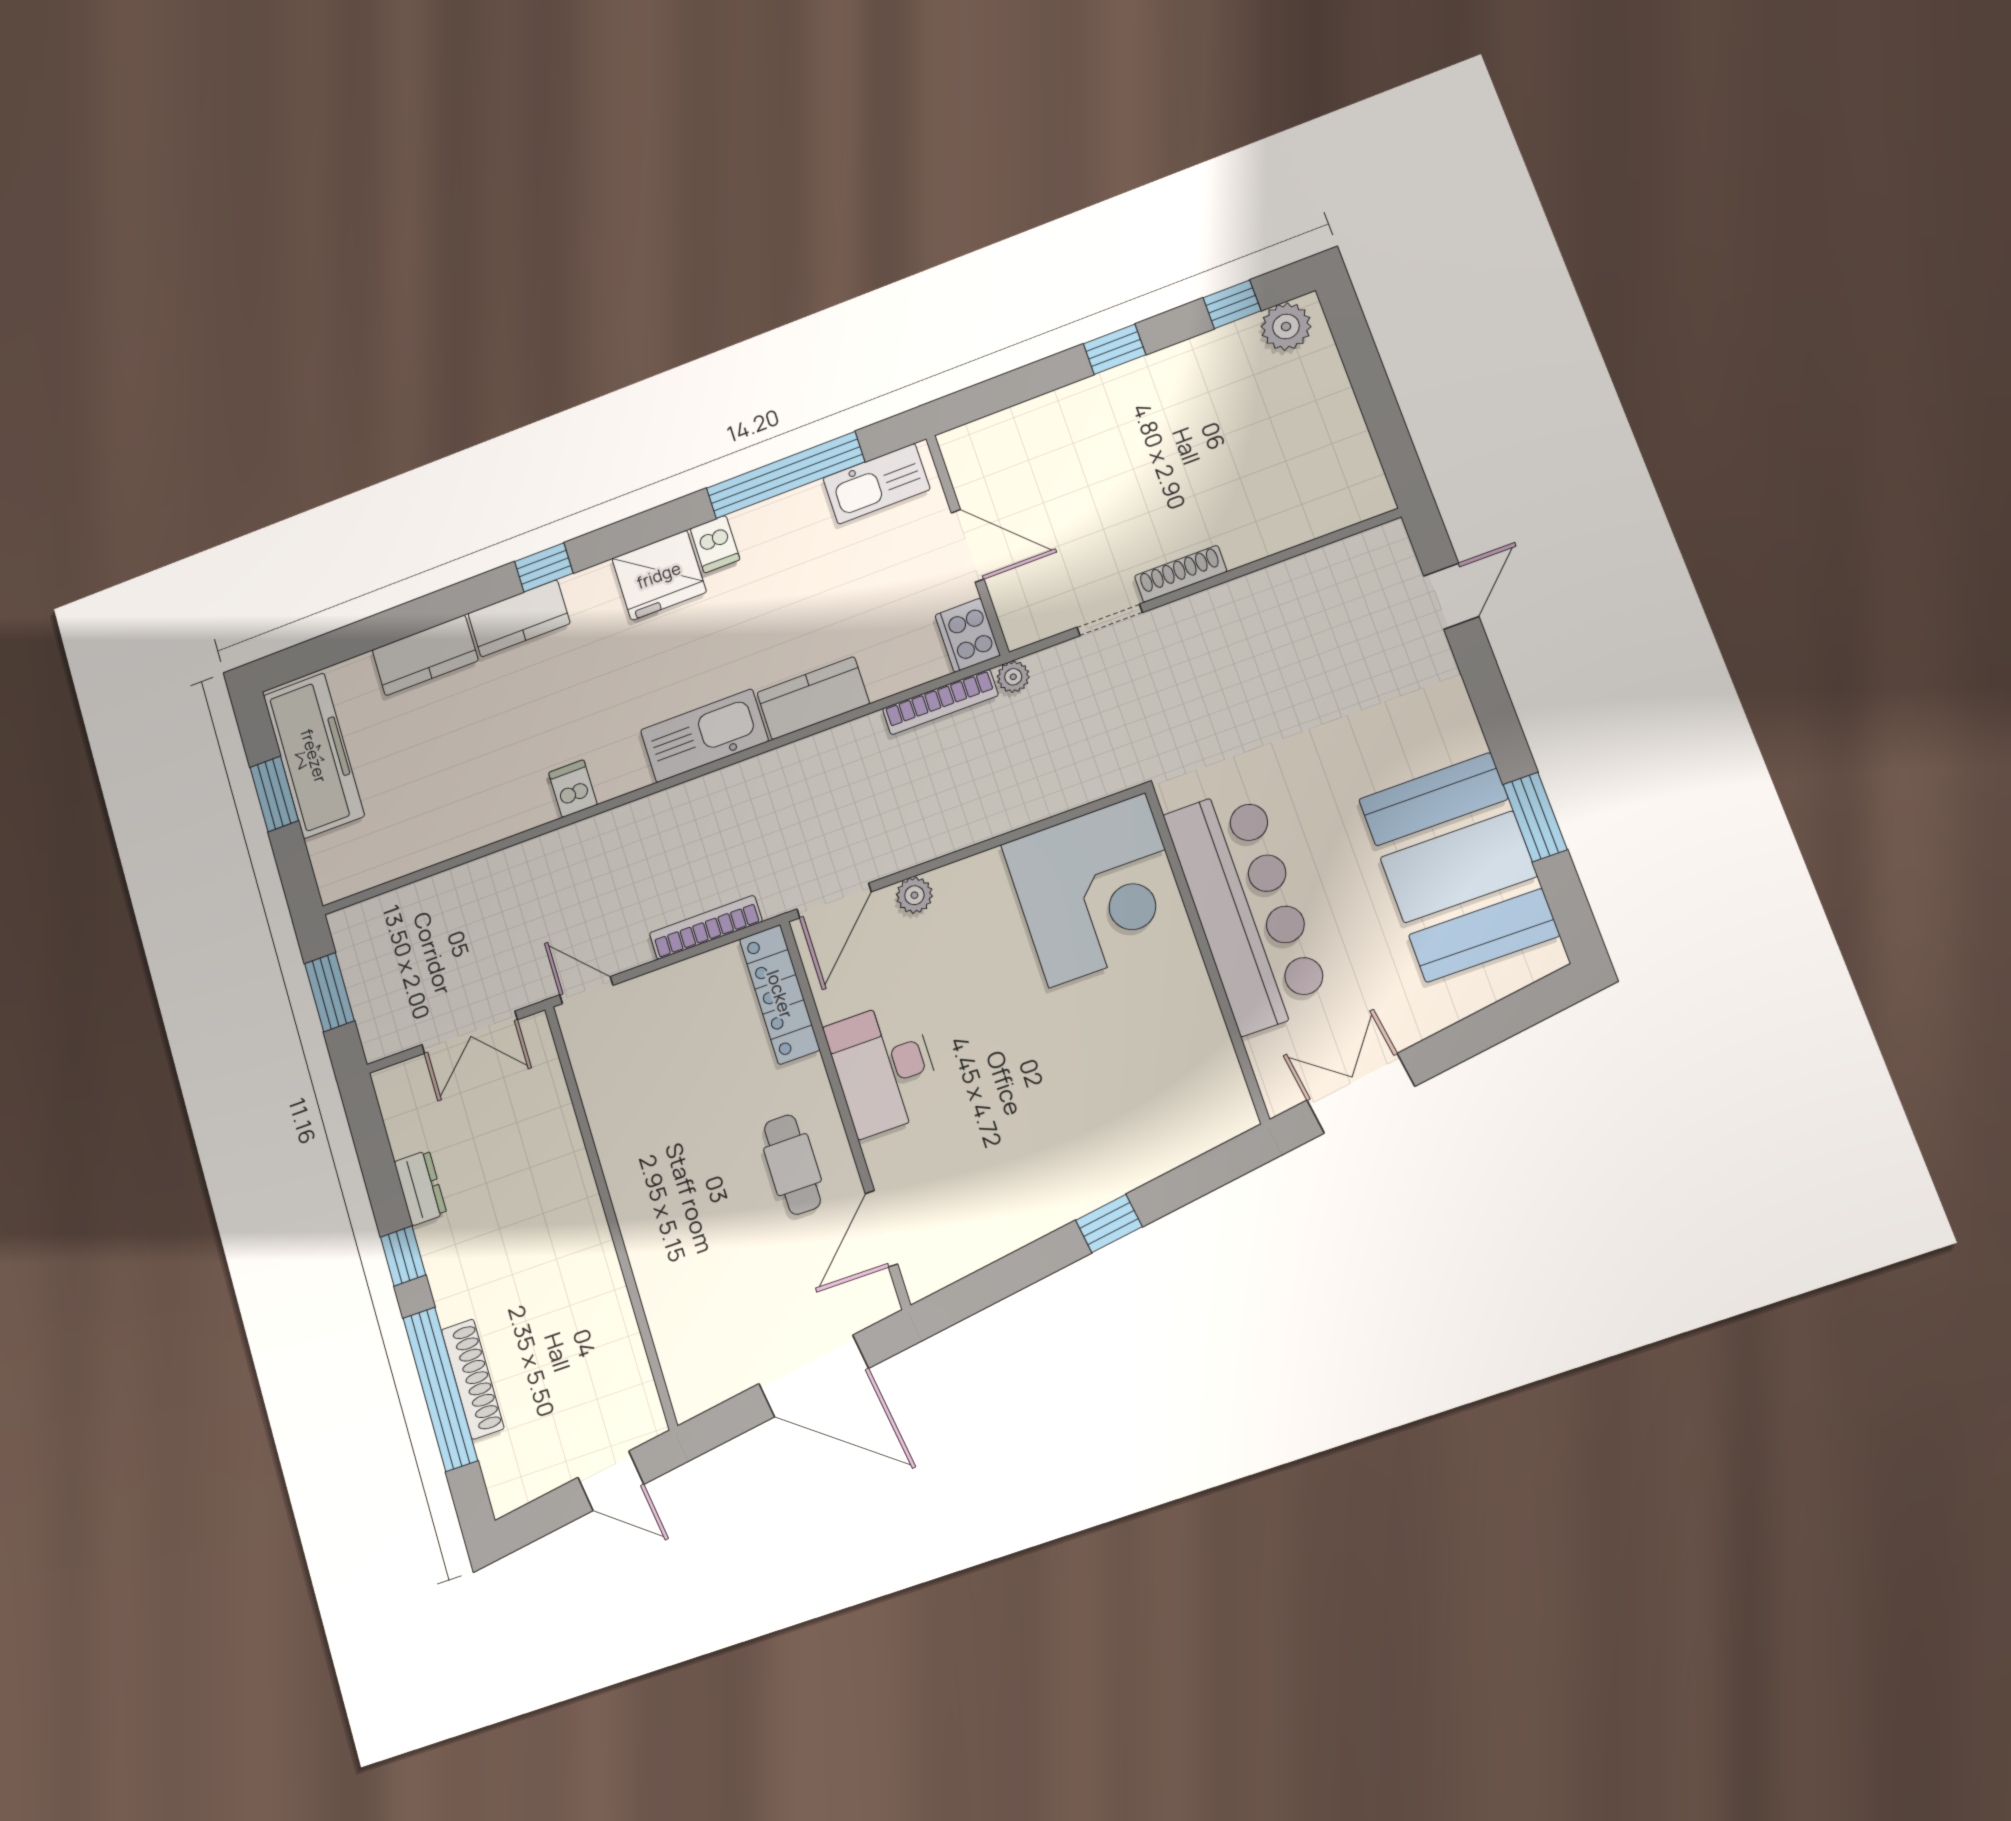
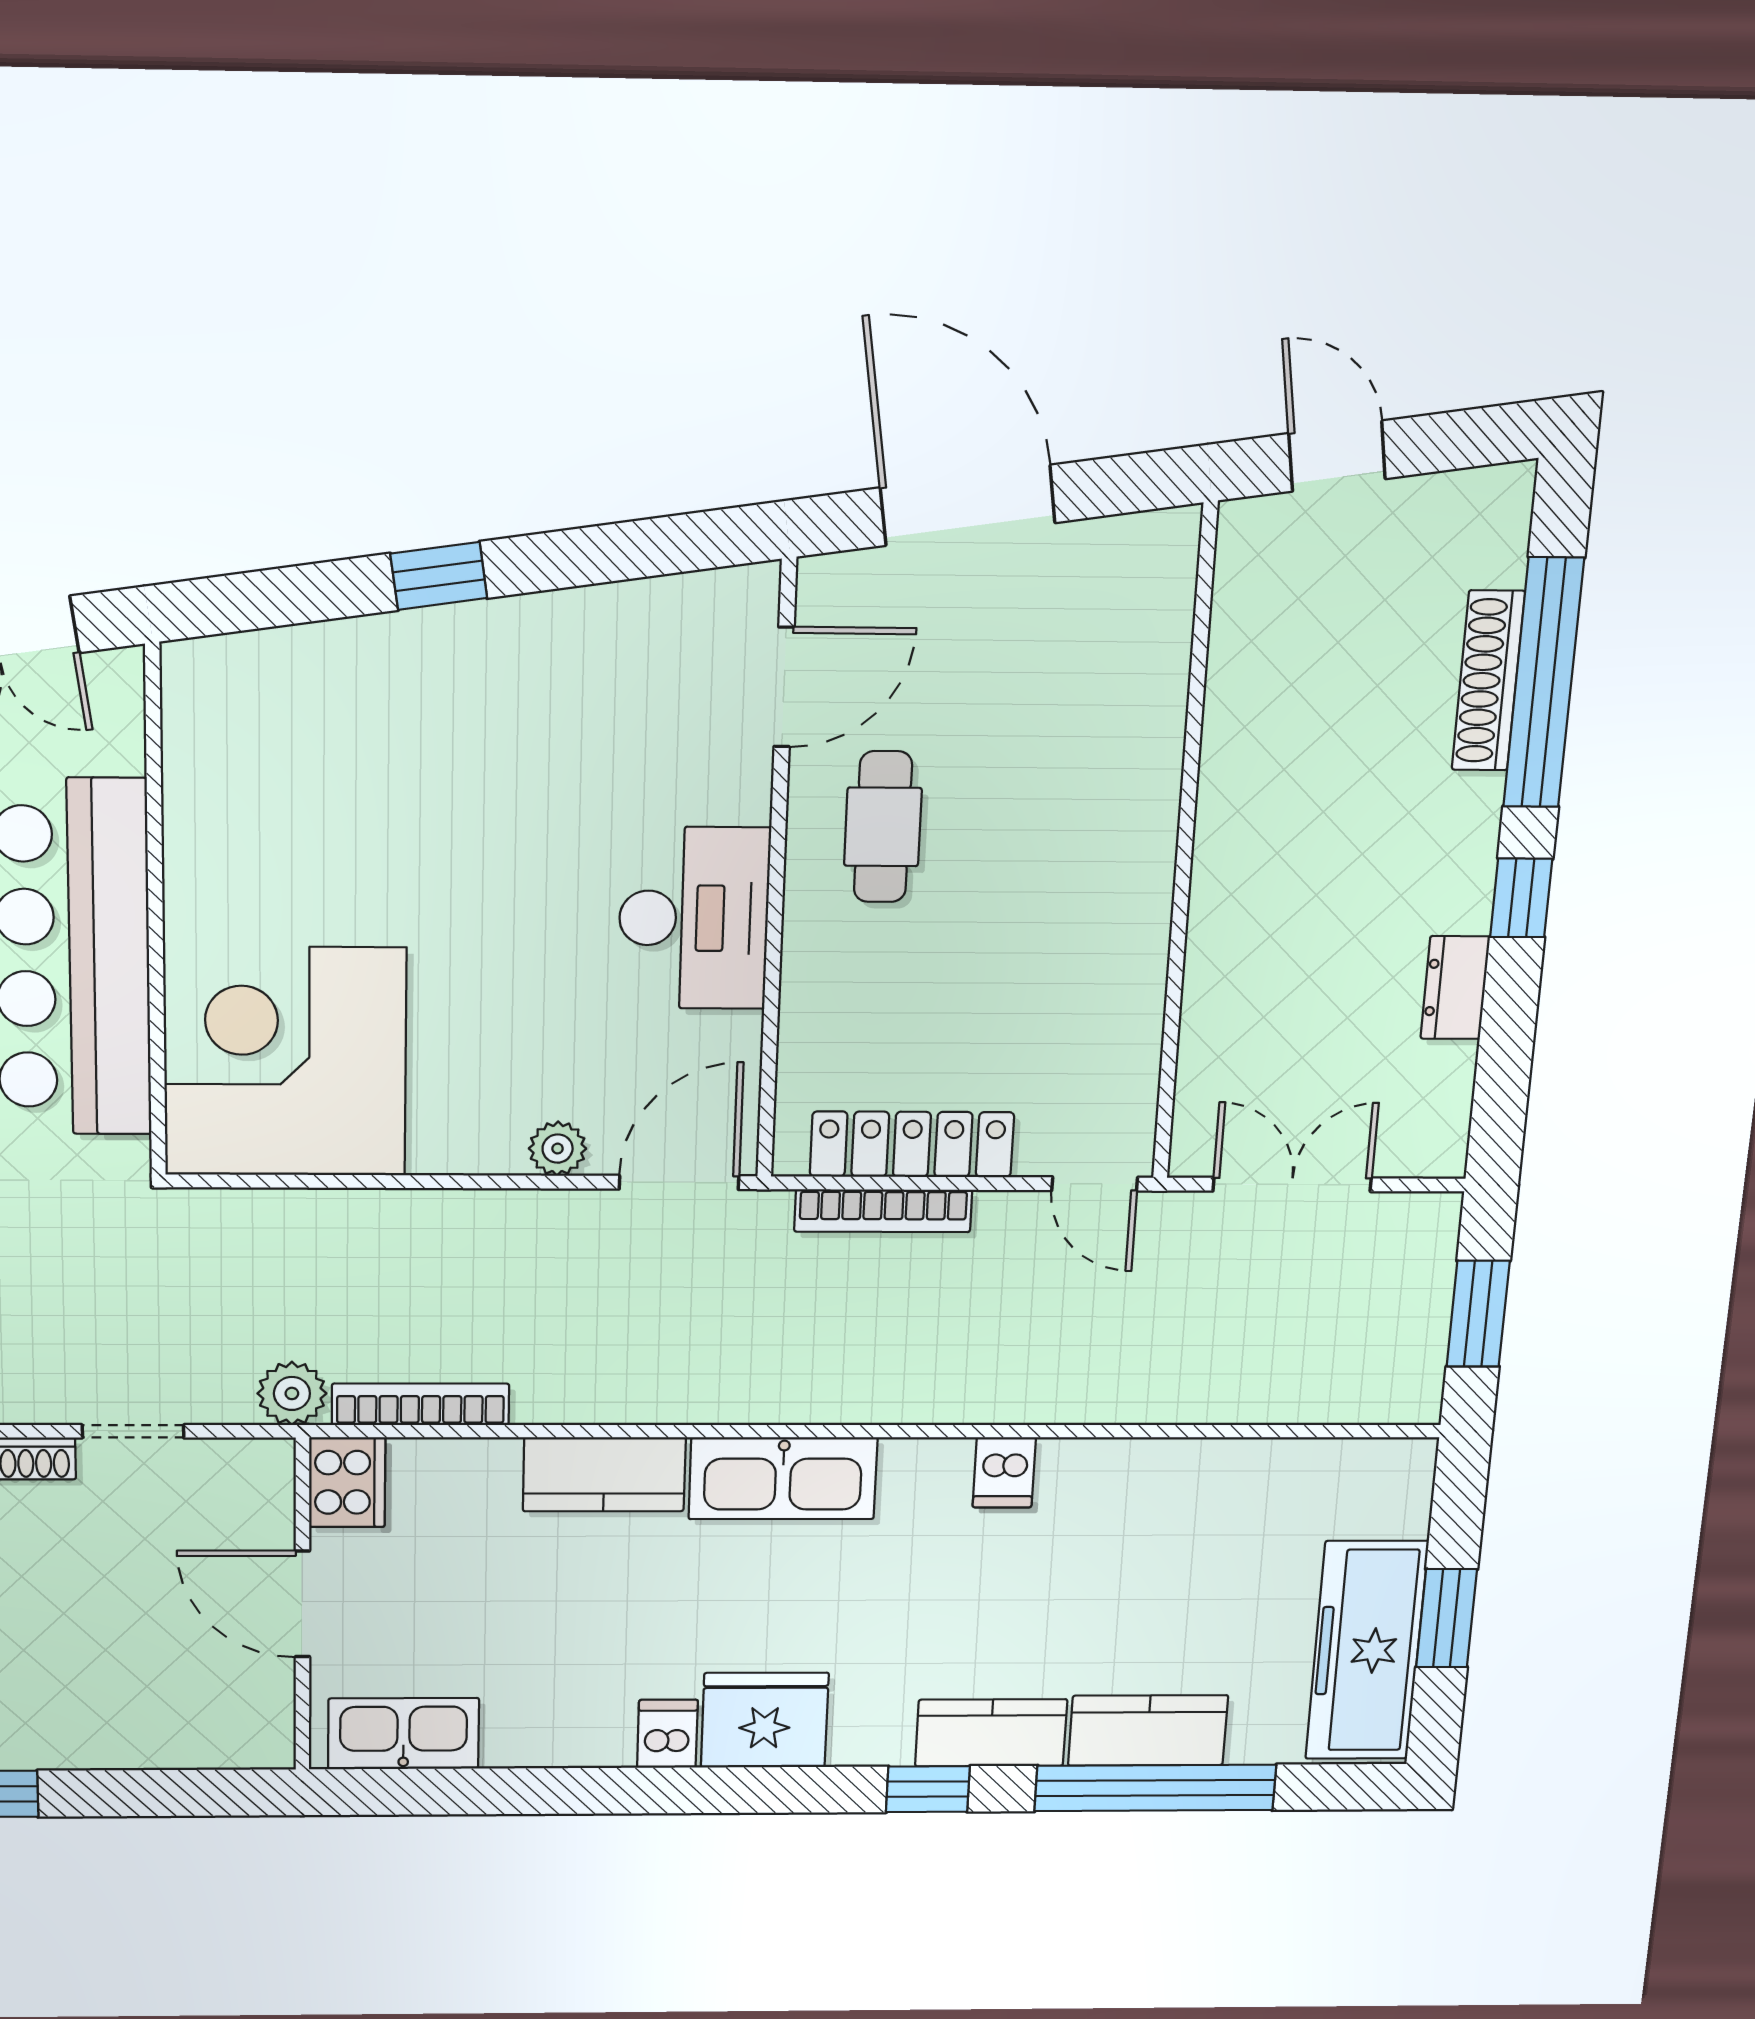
window: (785, 475) -> (1155, 1788), moved
plant: (1013, 677) -> (292, 1393), width x1.38, depth x1.38
locker: (780, 994) -> (912, 1144), moved, turned -90

